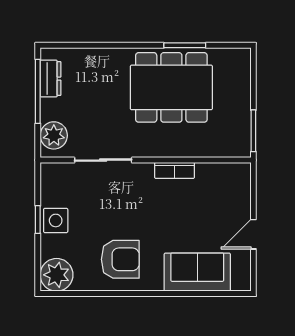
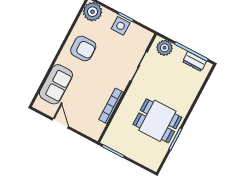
dining table: (171, 87) -> (157, 121), width x0.73
bookcase: (175, 170) -> (111, 106), width x1.56
armchair: (120, 259) -> (83, 48), turned -90

